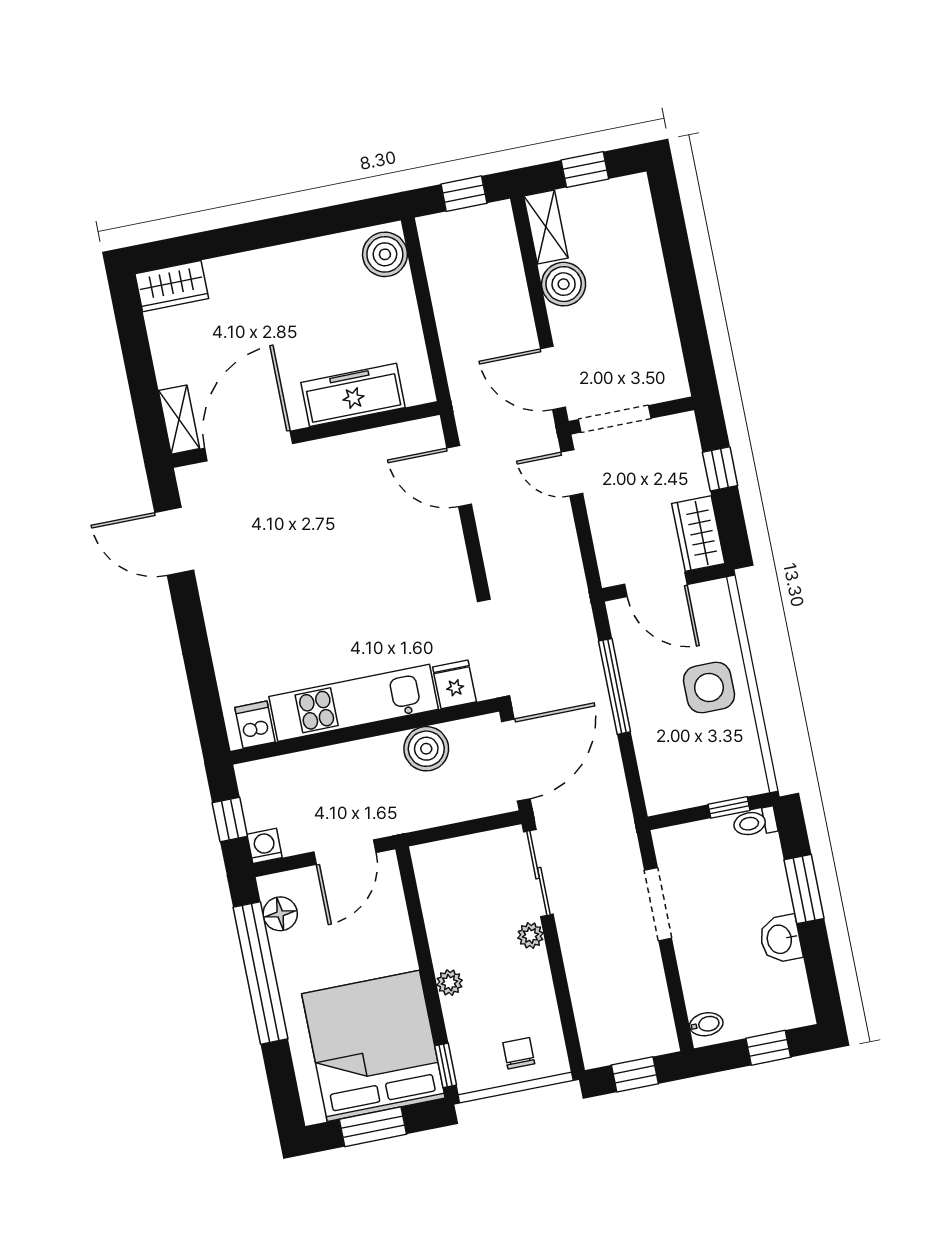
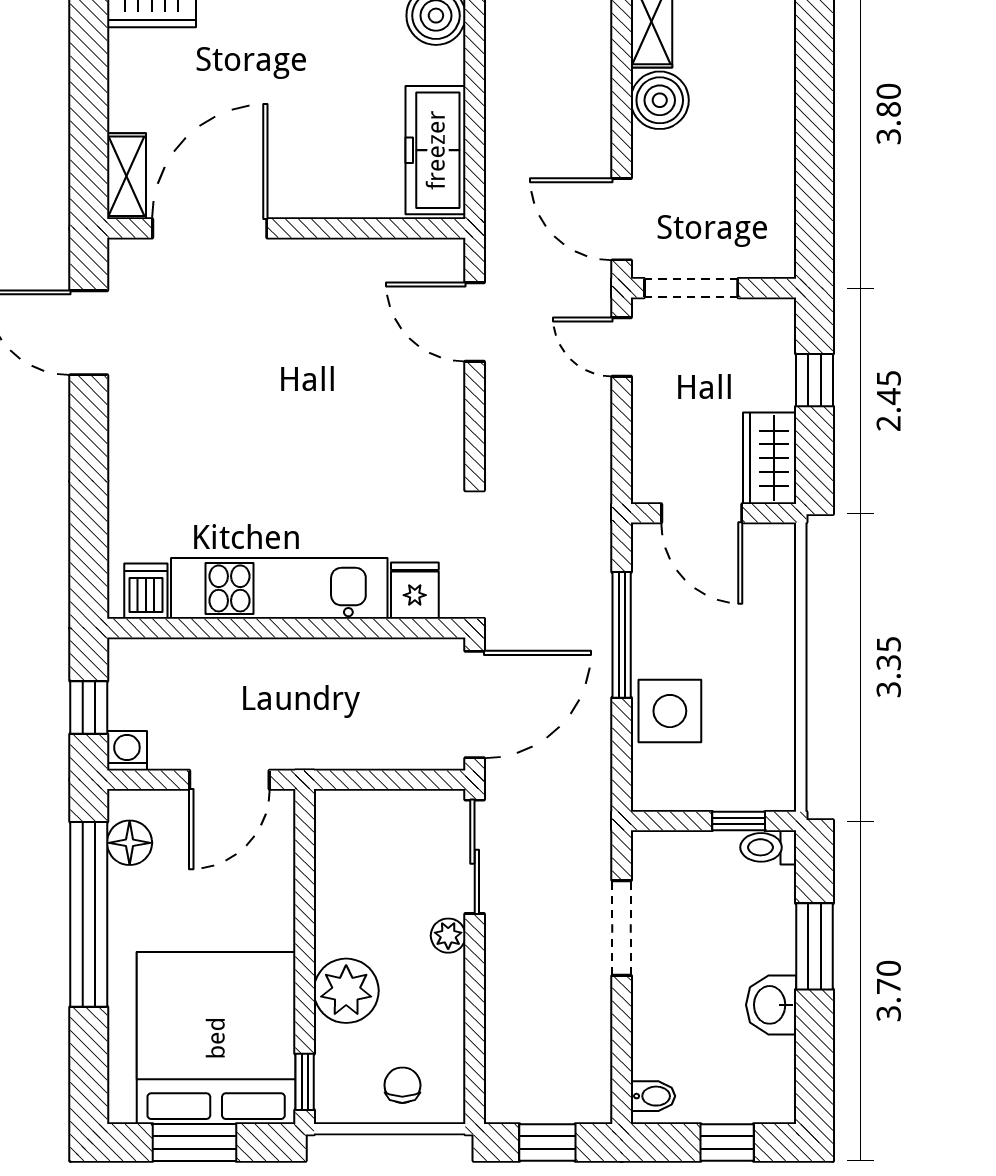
freezer: (353, 395) -> (436, 150), moved, turned -90
side table: (709, 688) -> (670, 711), moved
boiler: (426, 749) -> (362, 667), removed
plant: (449, 983) -> (346, 991), width x1.88, depth x1.88

